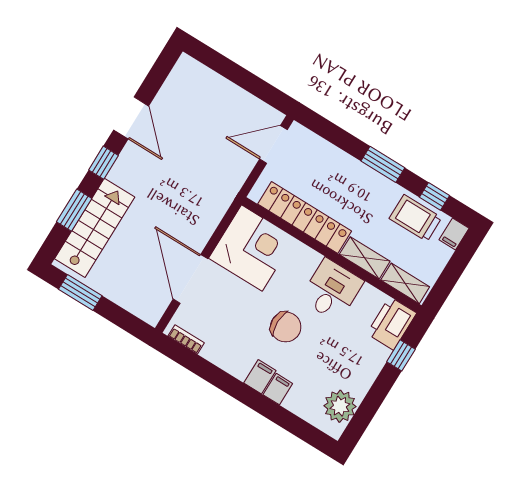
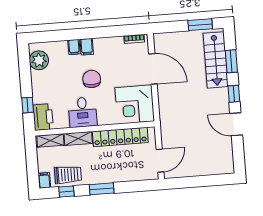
chair: (286, 327) -> (92, 79), turned 90

